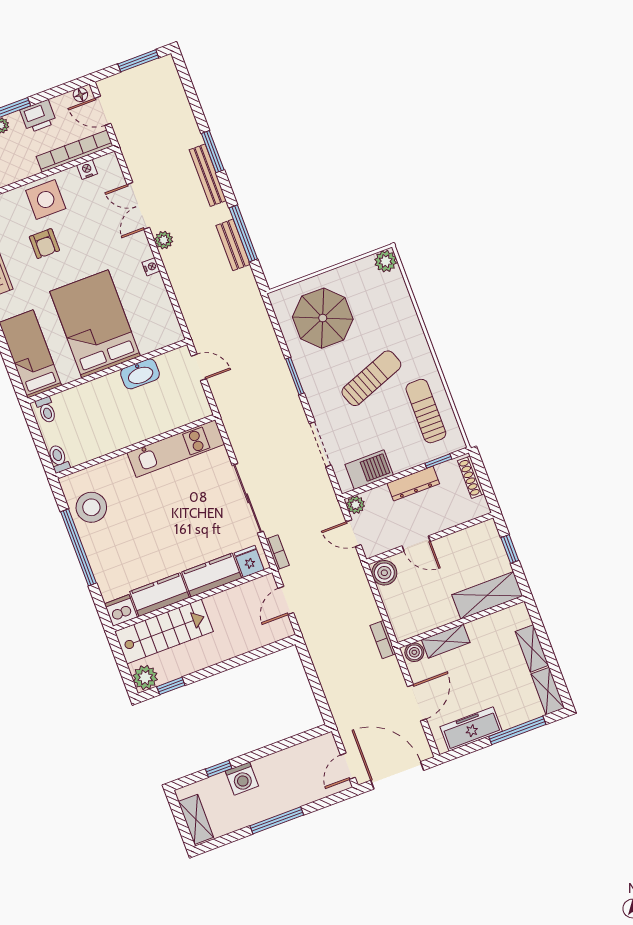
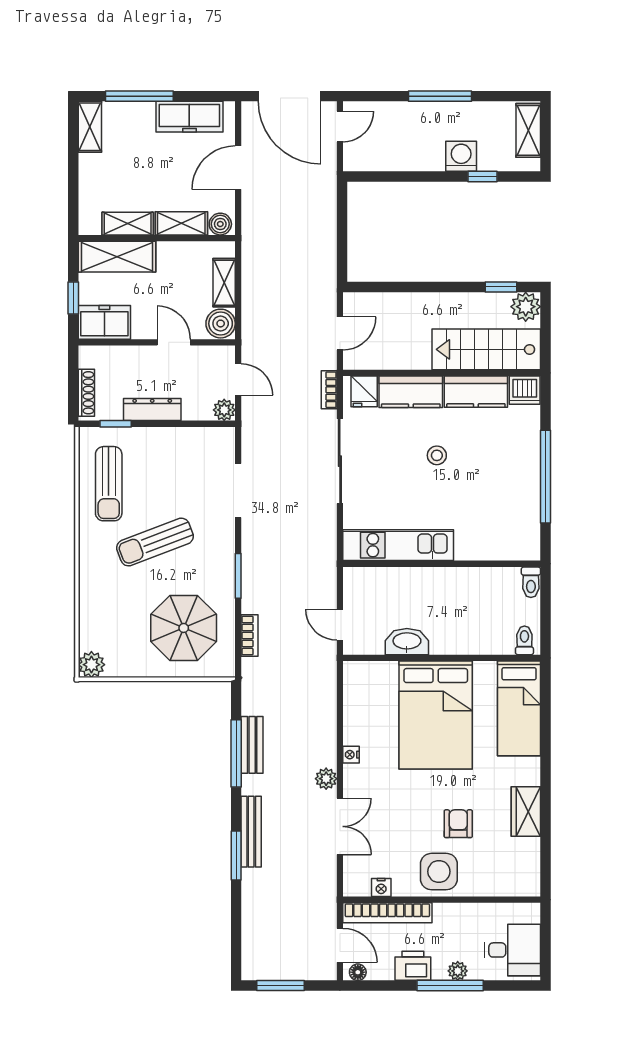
barbecue: (369, 470) -> (195, 443), removed
stool: (91, 507) -> (437, 455), moved, width x0.53, depth x0.53
freezer: (478, 539) -> (104, 322), added
shelving: (394, 606) -> (224, 283), added
bookcase: (383, 640) -> (250, 636), moved
shelving: (532, 648) -> (128, 224), moved, turned 90

